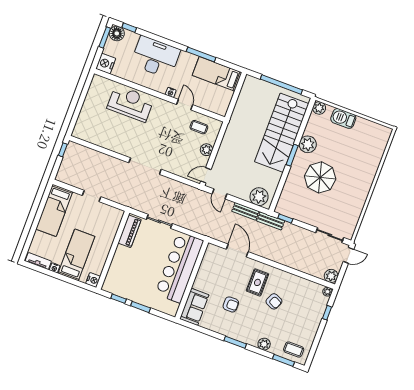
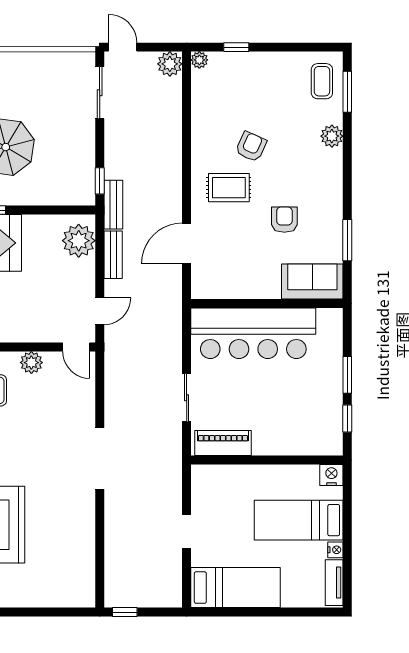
window: (235, 342) -> (347, 240), moved

